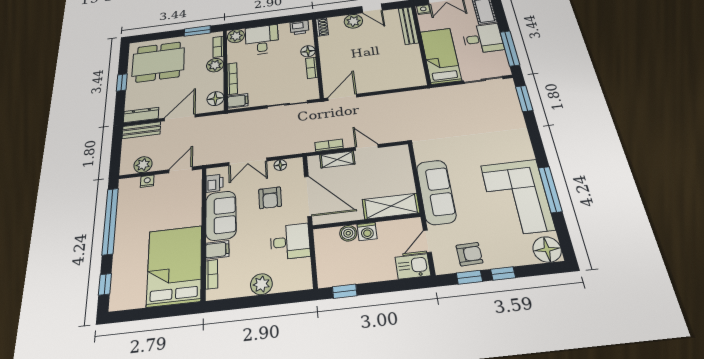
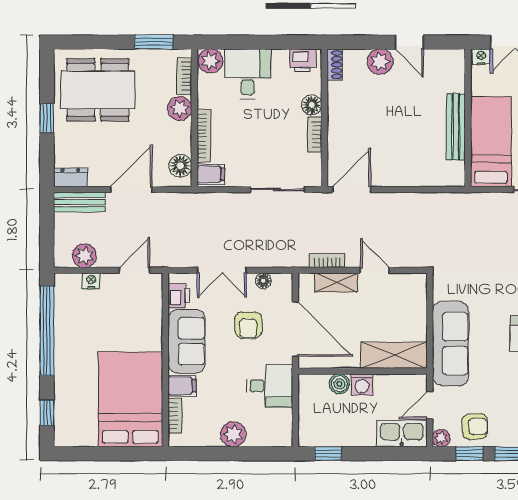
bench: (408, 25) -> (456, 127), moved
dresser: (141, 115) -> (70, 177), width x0.70
kitchen sink: (413, 266) -> (402, 434), width x1.38
plant: (442, 267) -> (441, 438), added

